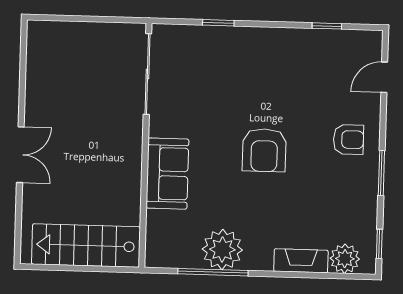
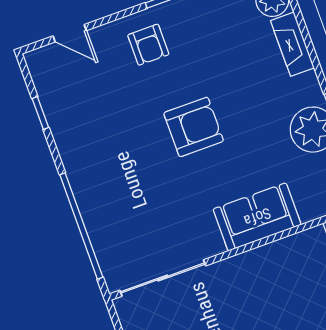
window: (218, 23) -> (81, 226), width x3.17
armchair: (348, 139) -> (148, 45), turned 180

